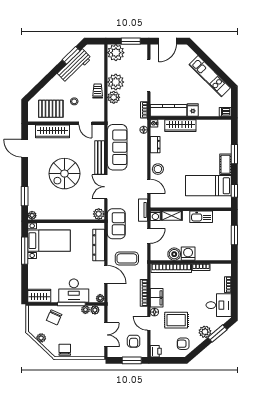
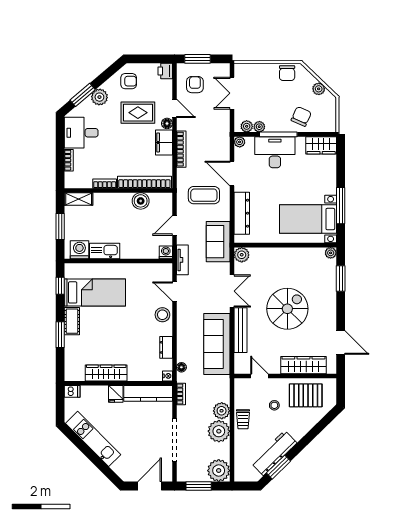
wardrobe: (180, 126) -> (106, 373), moved
shelving: (172, 216) -> (79, 199), moved
washing machine: (188, 254) -> (79, 250), moved, turned 180

